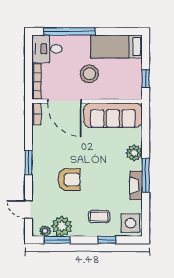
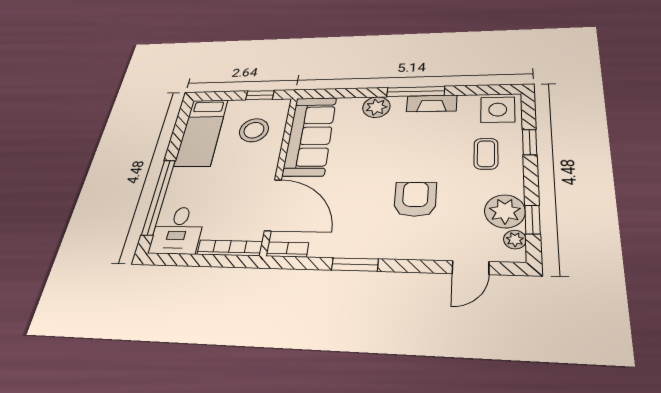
stool: (89, 74) -> (254, 130), moved
door: (64, 101) -> (273, 205), hinge flipped
window: (29, 163) -> (355, 265), moved
window: (57, 240) -> (533, 219), width x0.67

